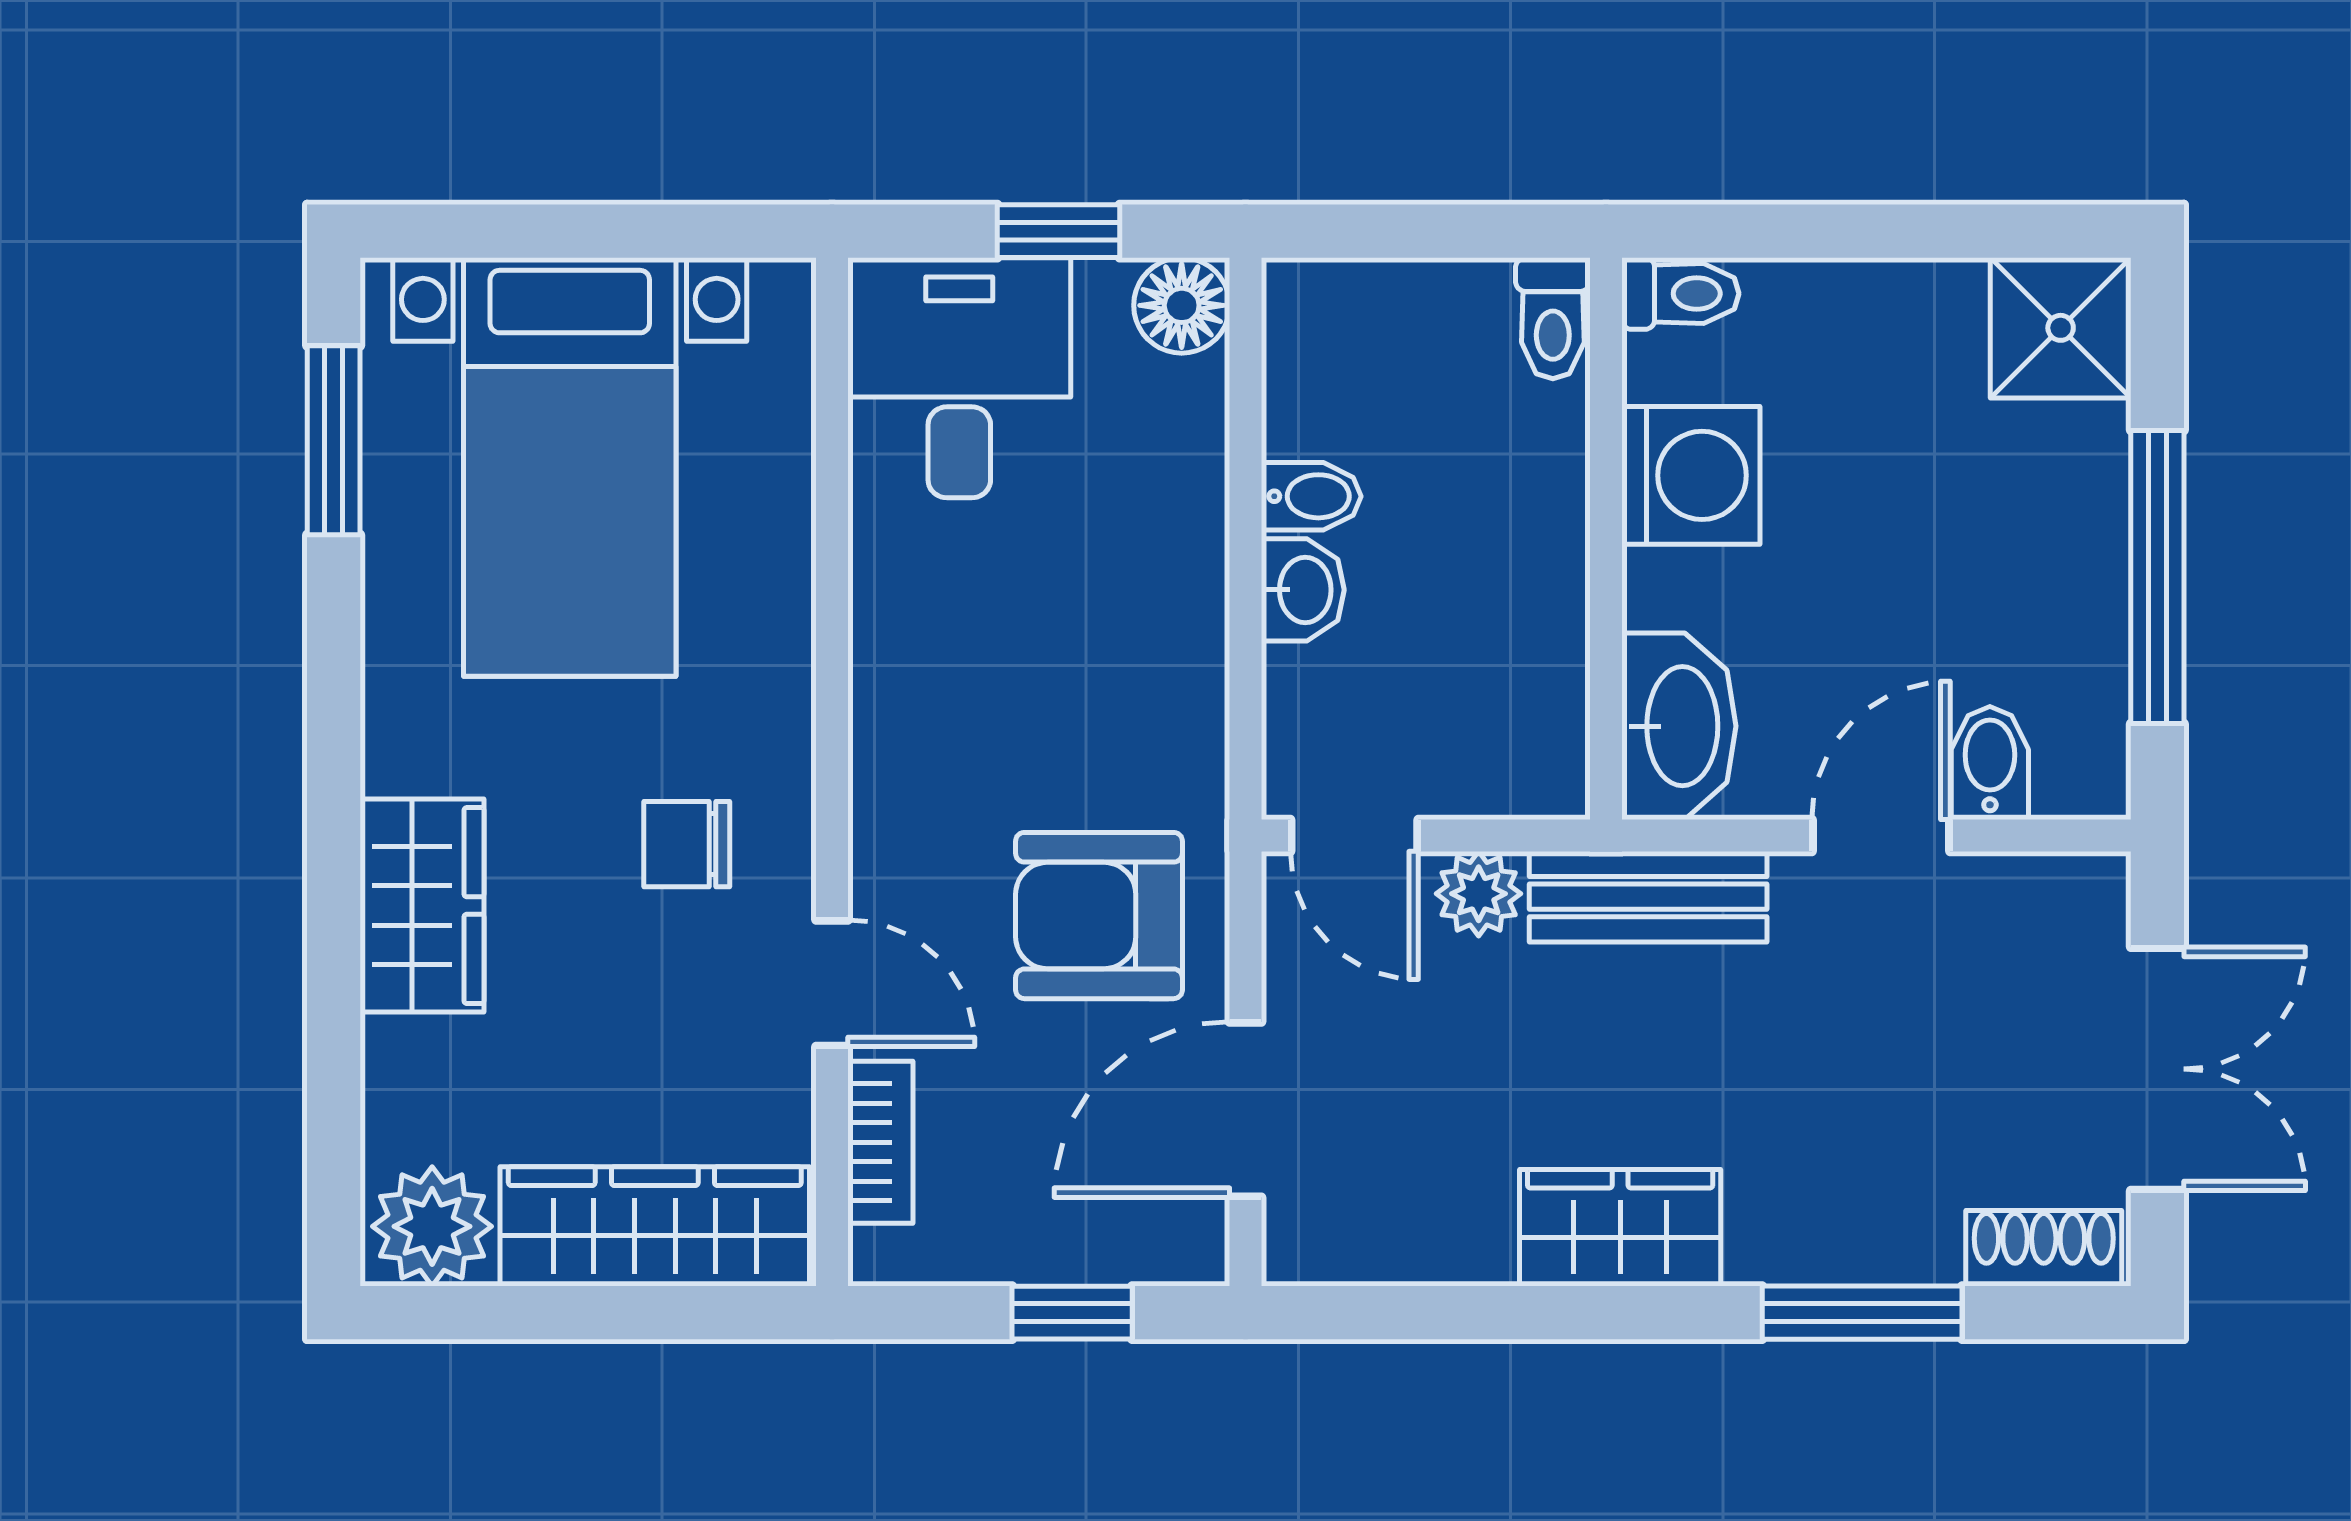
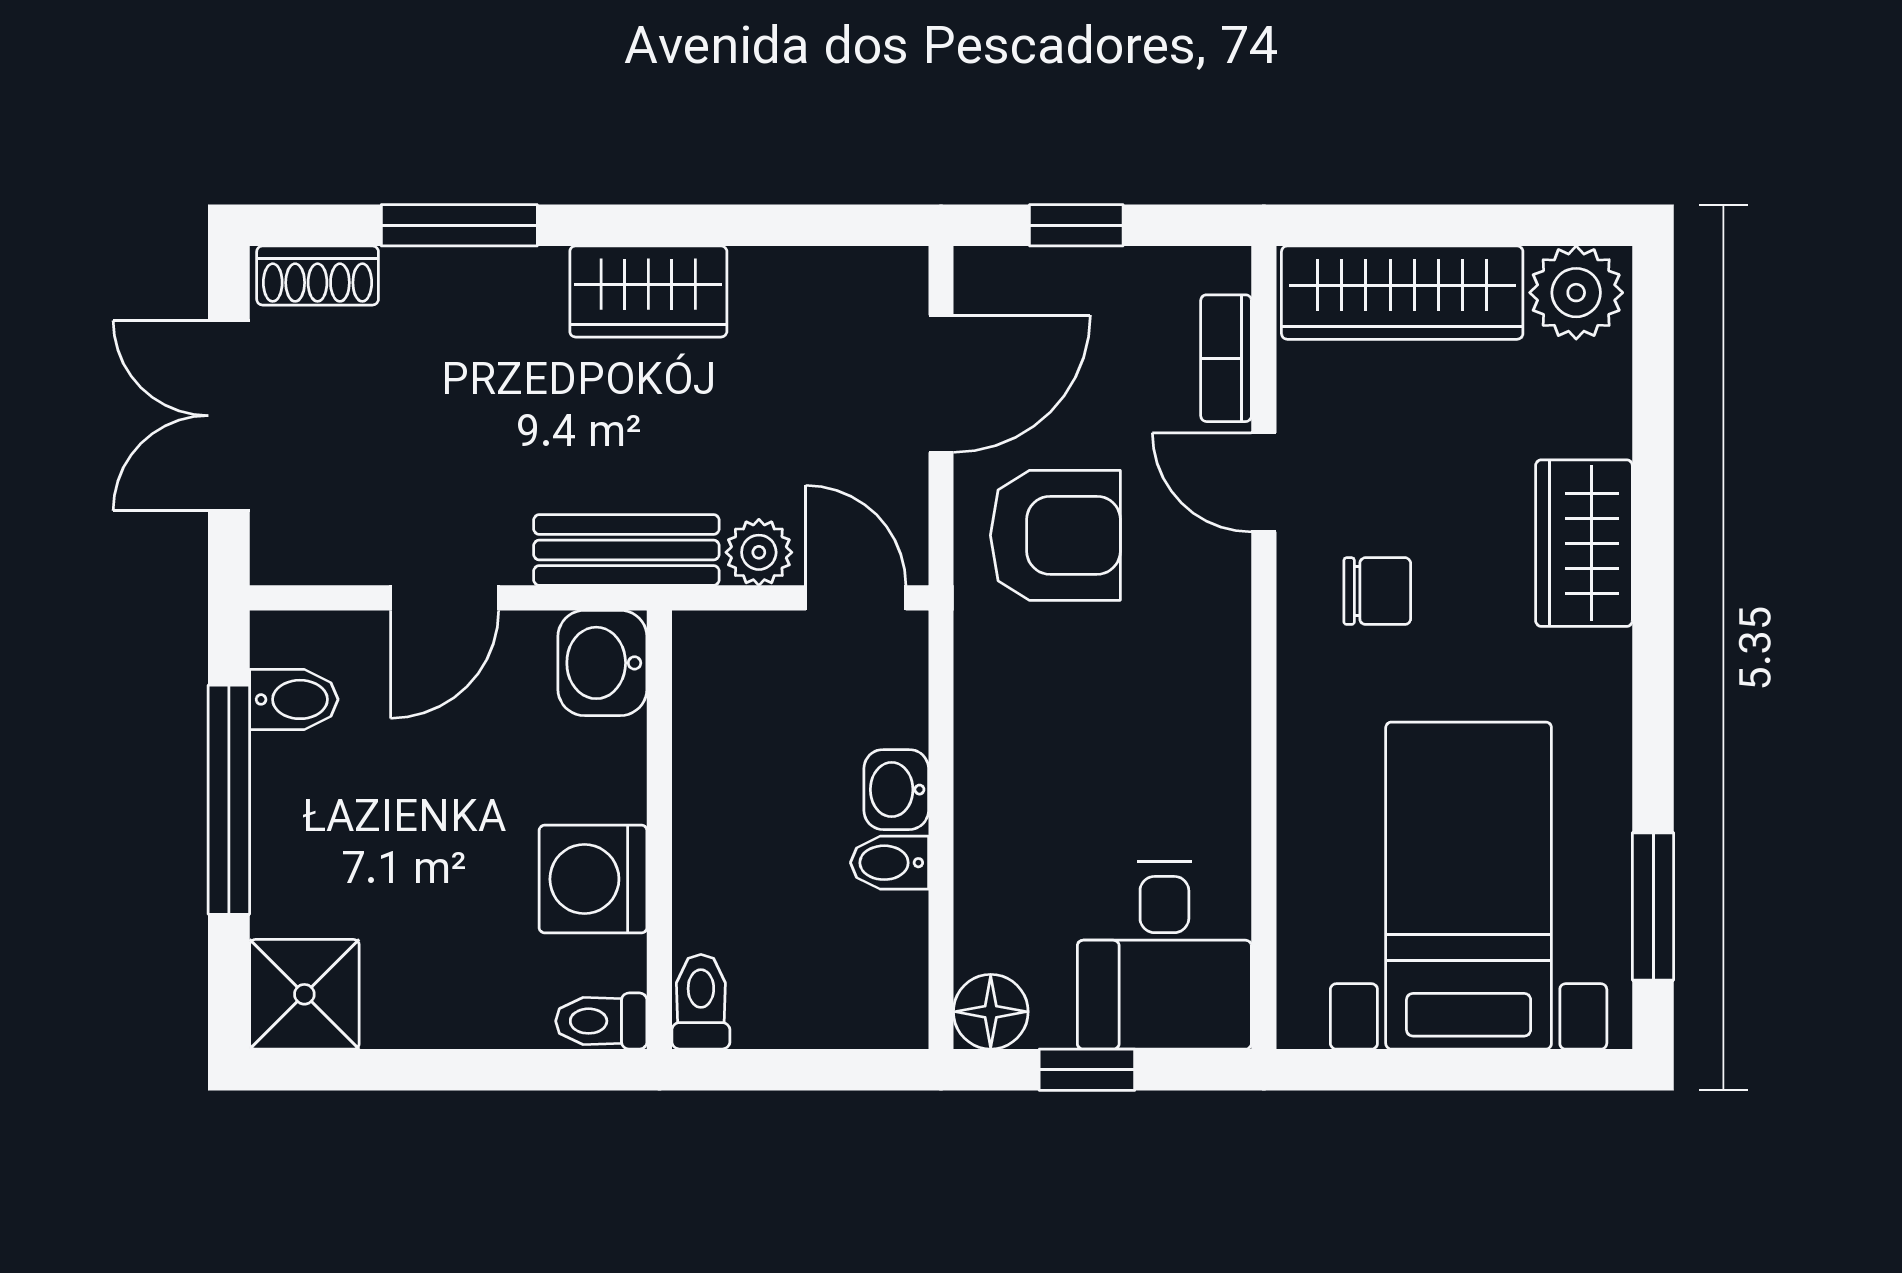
washbasin: (1679, 726) -> (602, 663), width x0.72
bidet: (1990, 763) -> (294, 699), moved, turned -90

